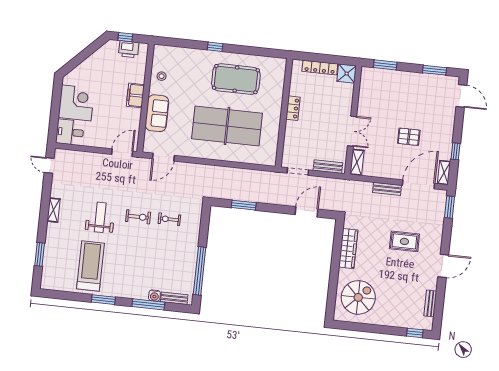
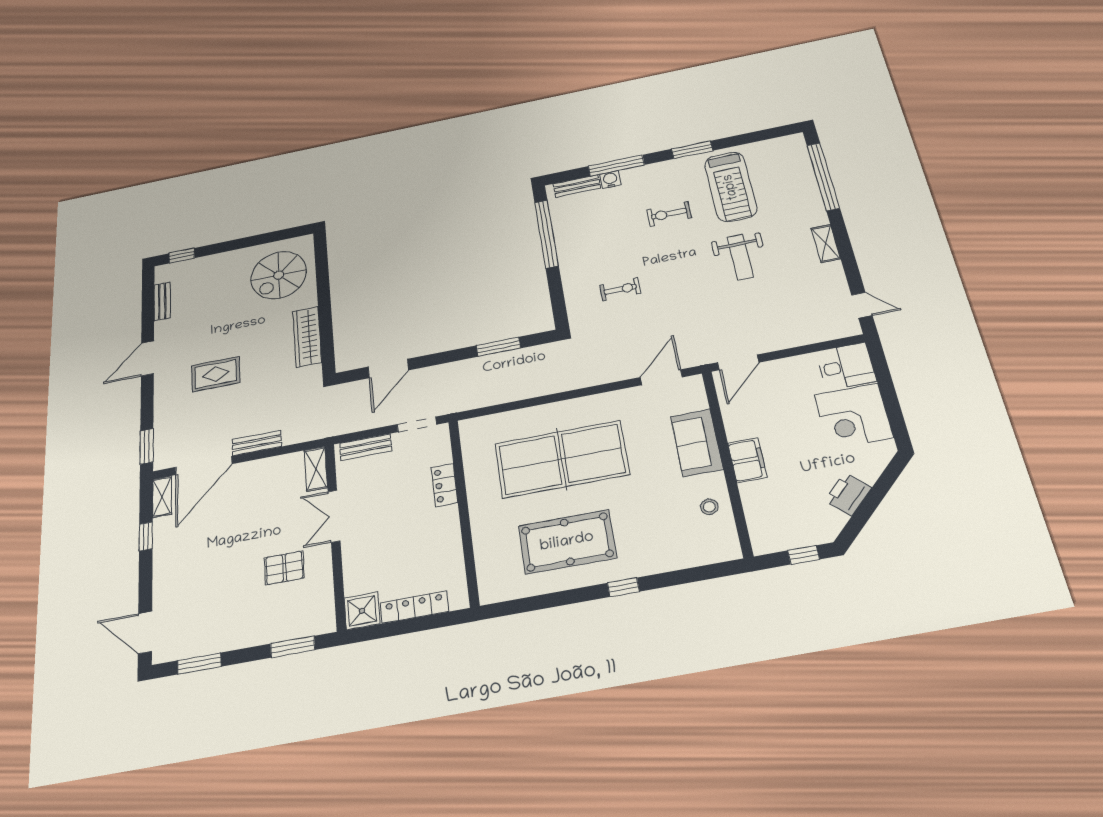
printer: (129, 49) -> (848, 494), moved, turned -45
locker: (293, 108) -> (444, 485), moved
pallet: (409, 137) -> (284, 568), moved
exercise bike: (138, 217) -> (669, 214), moved
window: (40, 254) -> (823, 176), width x2.11

